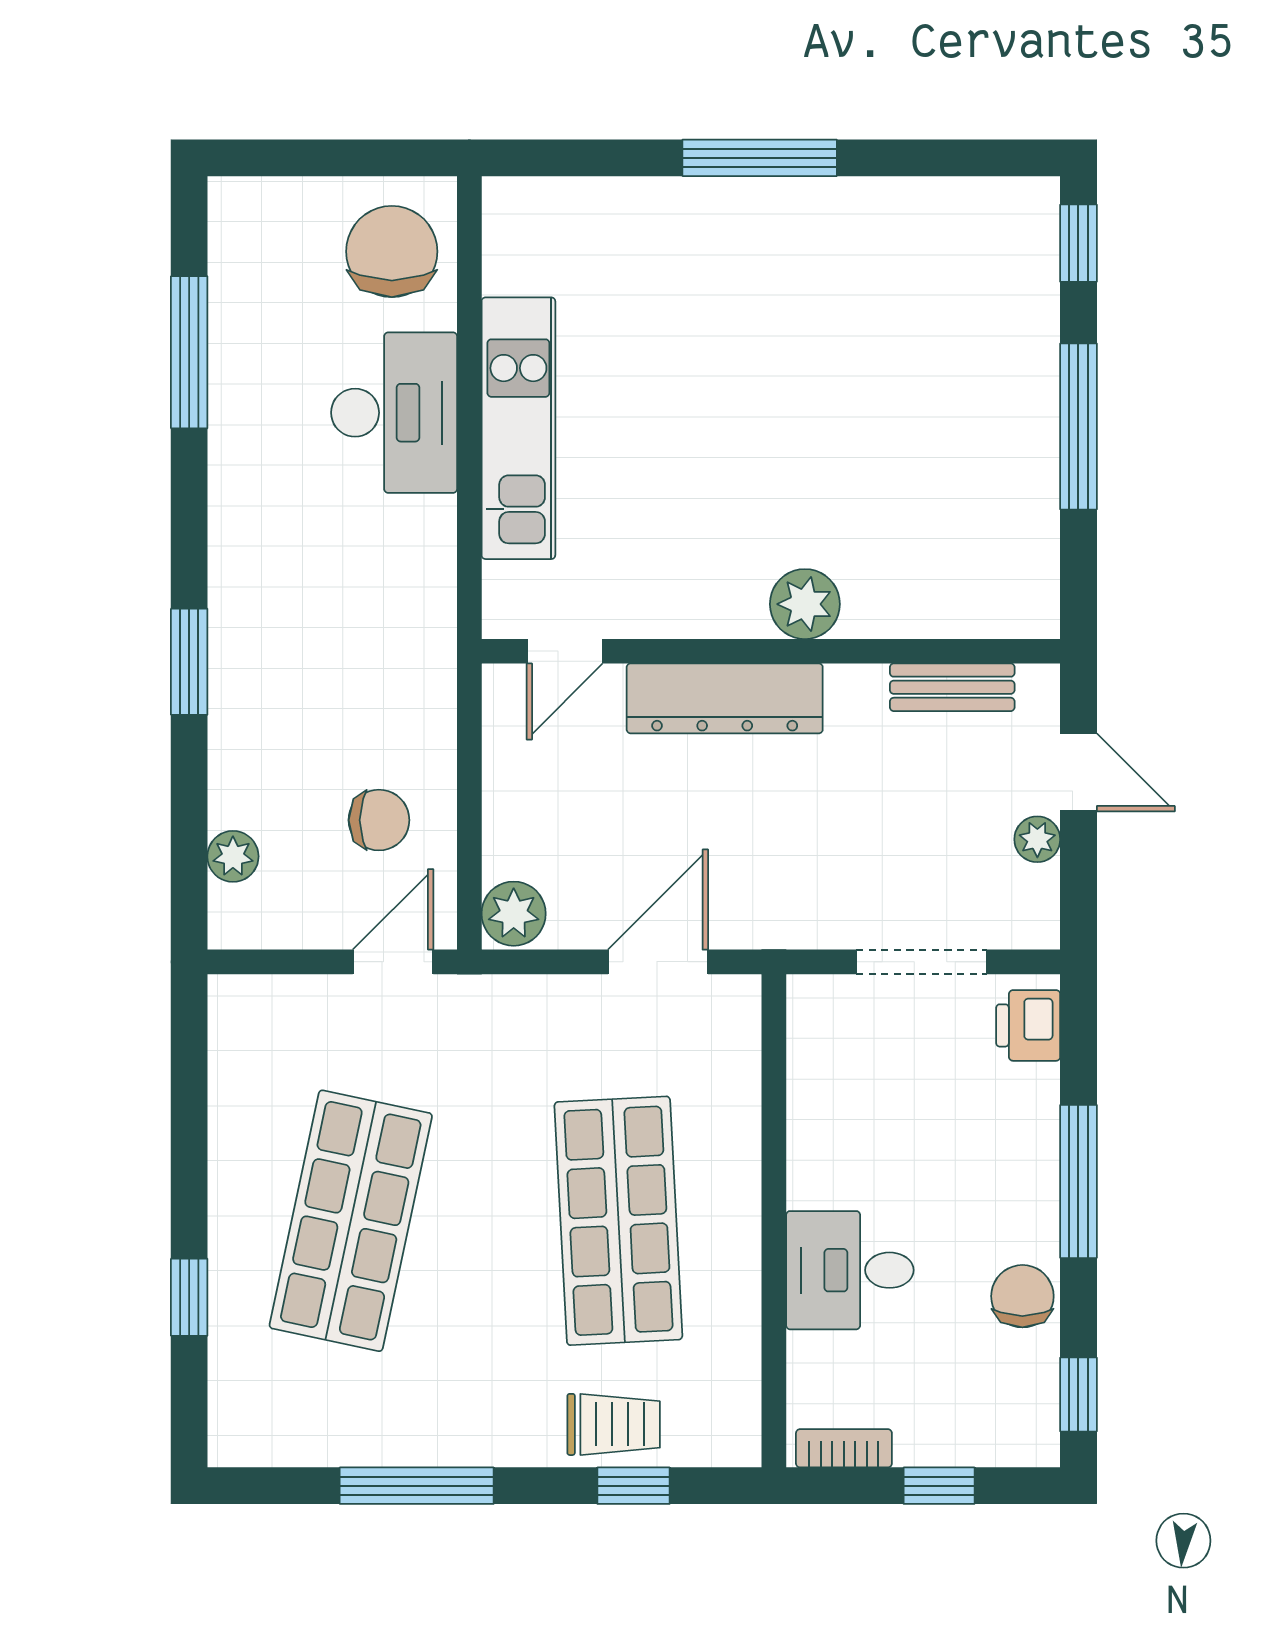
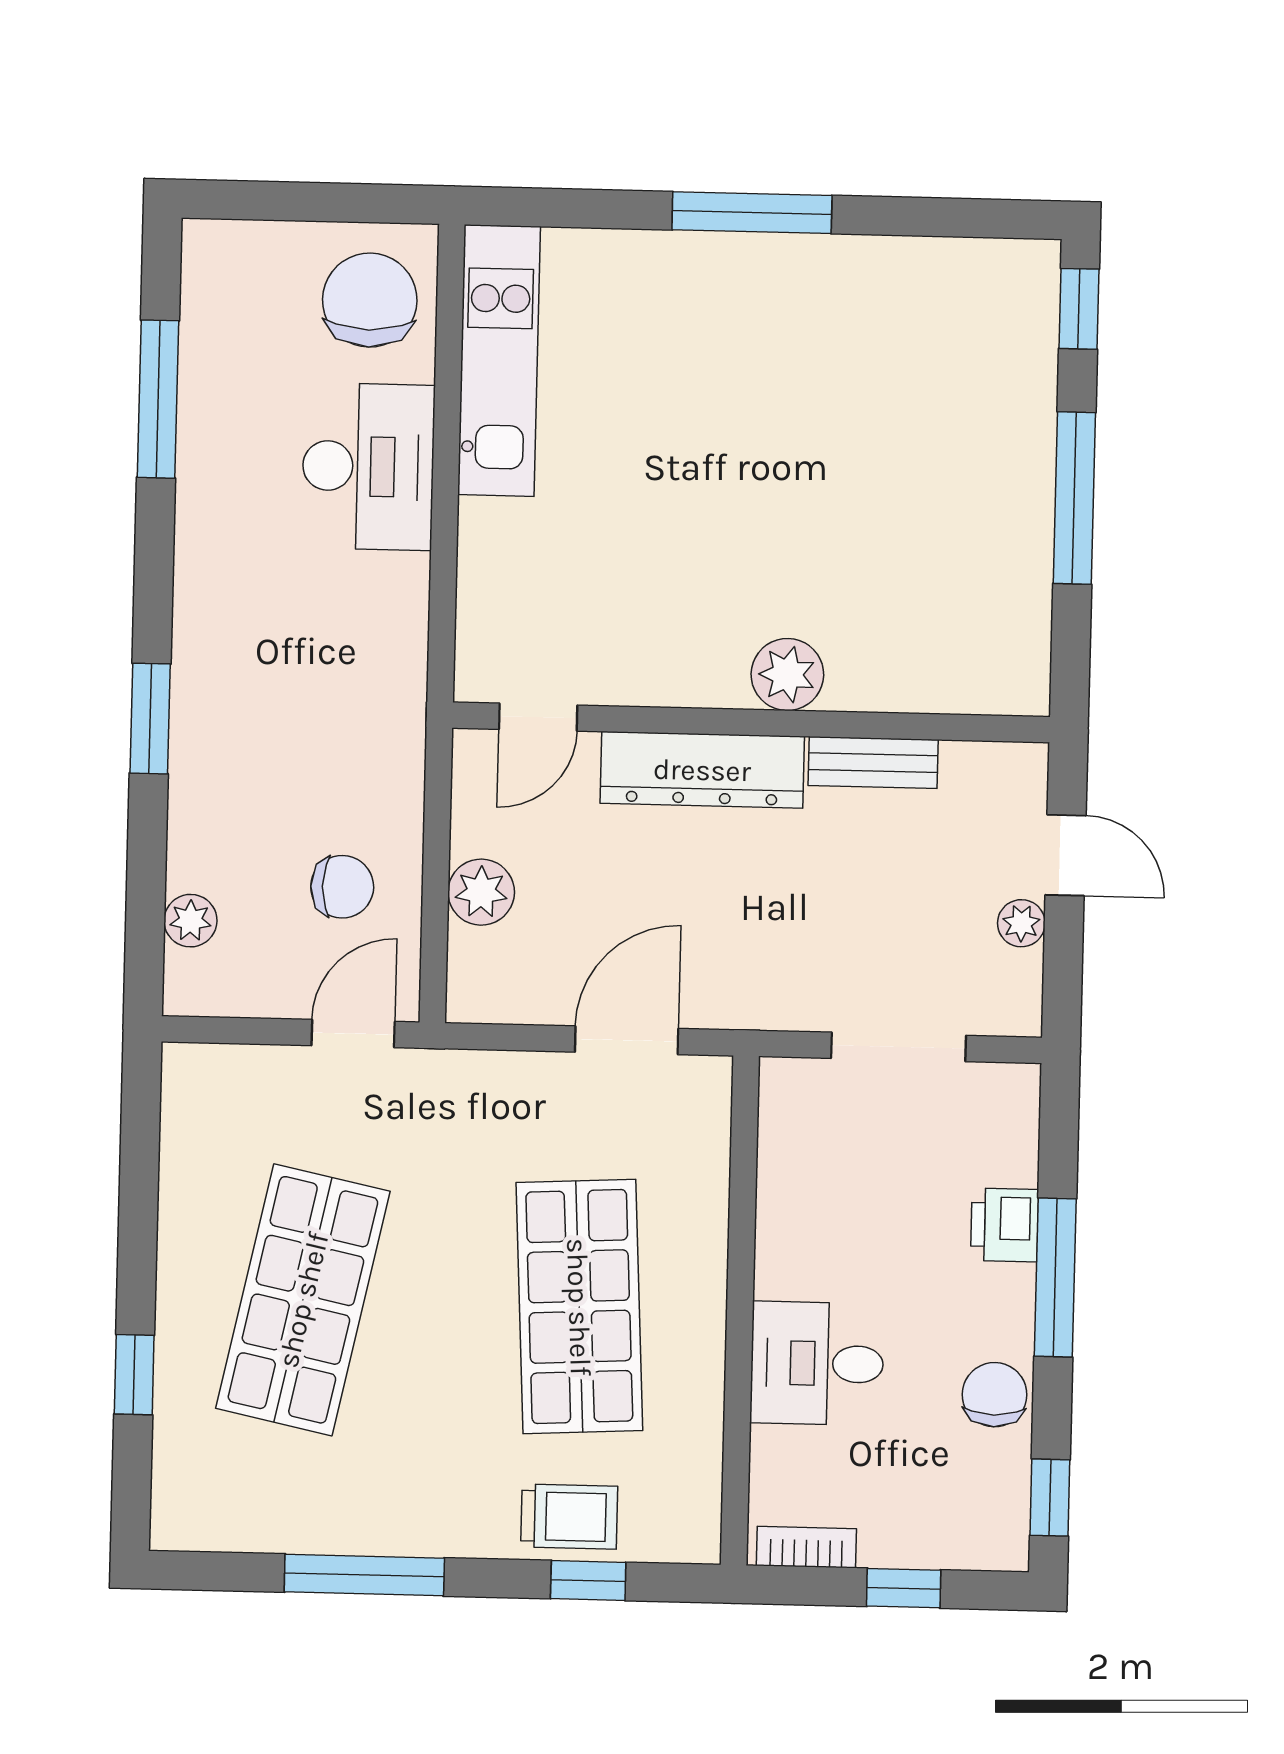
kitchen unit: (518, 428) -> (499, 361), moved
bench: (952, 687) -> (873, 763), moved
plant: (514, 914) -> (481, 892), moved
printer: (1028, 1025) -> (1005, 1225), moved

